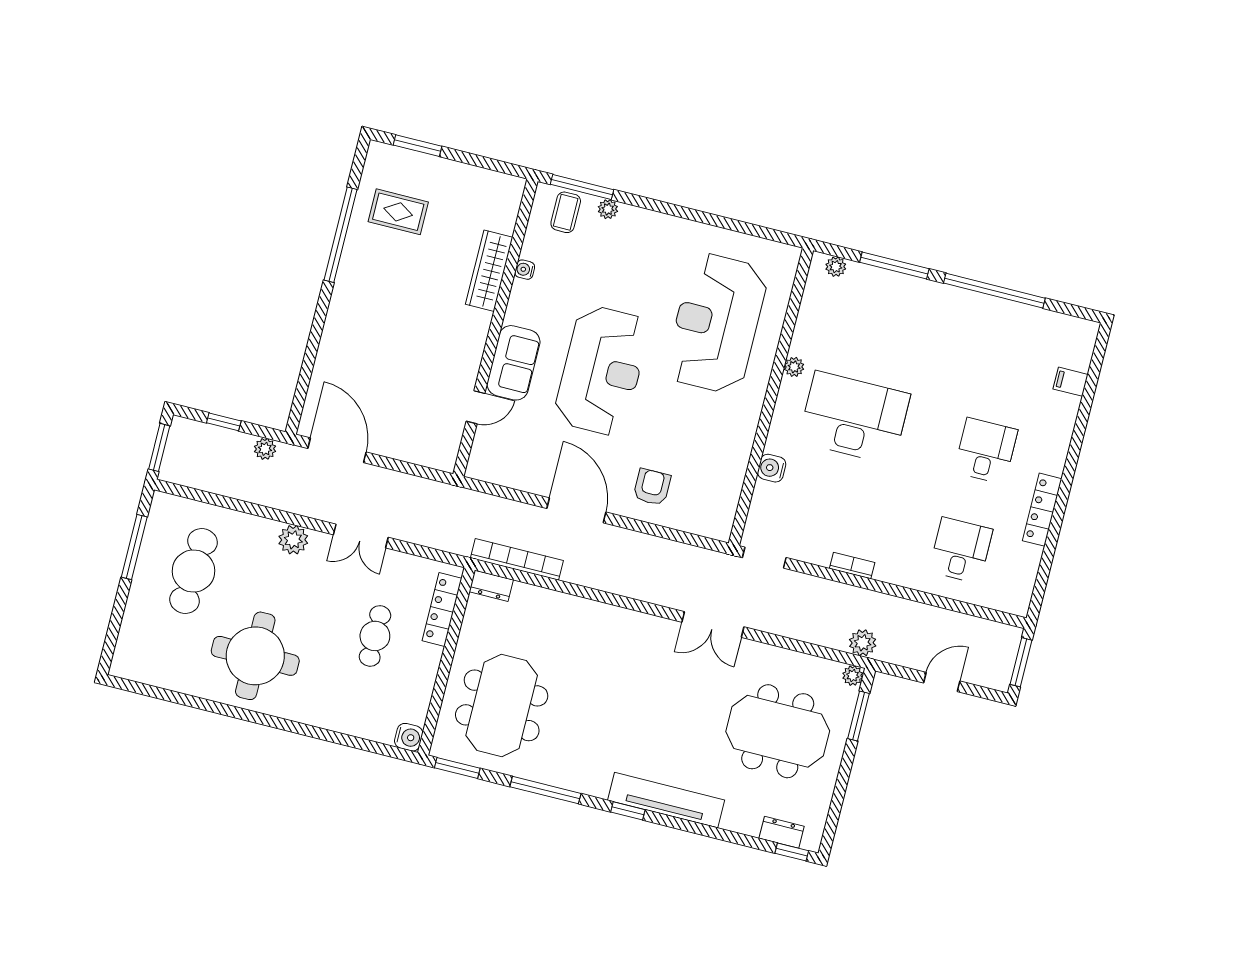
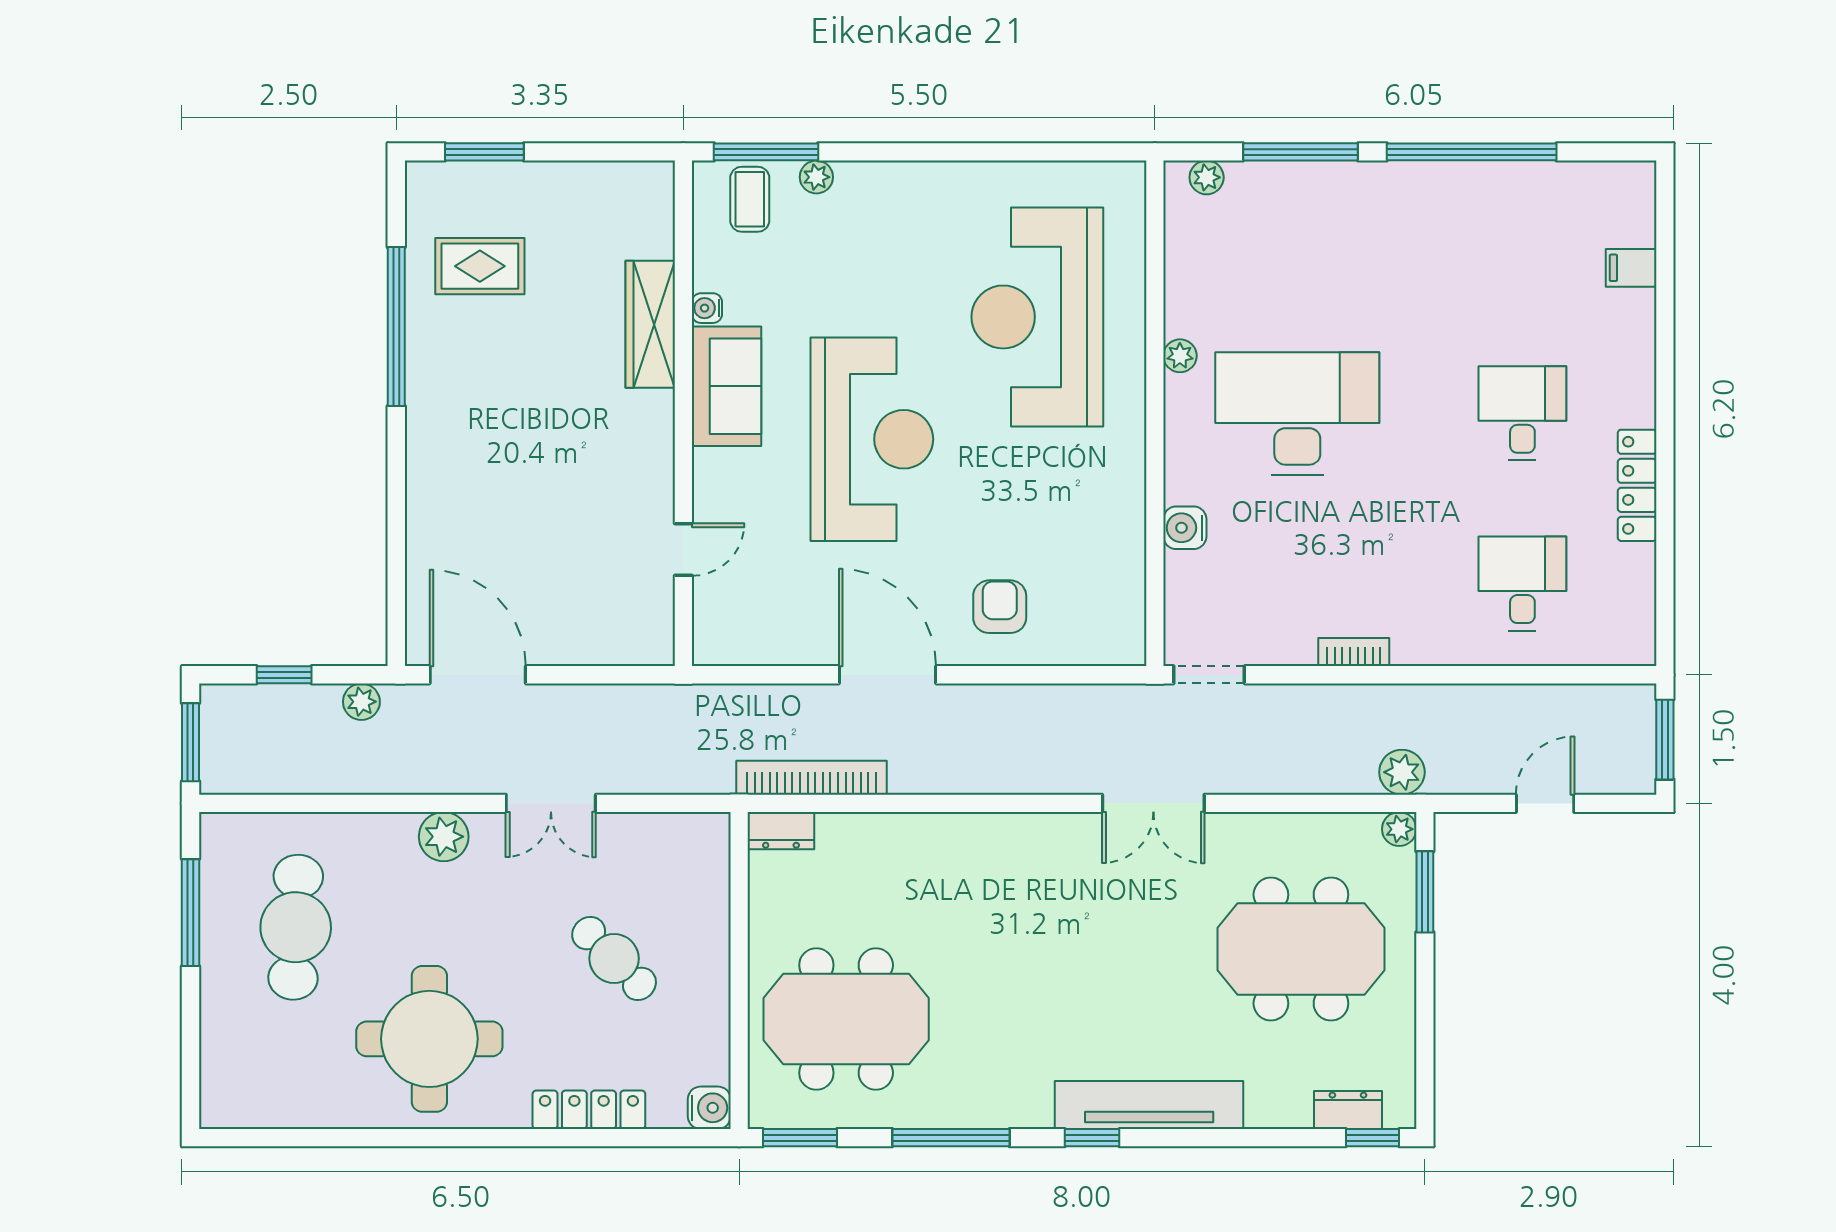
sofa: (513, 363) -> (727, 386), moved
locker: (442, 610) -> (589, 1110), moved, turned 90
cafe table: (375, 636) -> (614, 958), turned -45
meeting table: (502, 705) -> (846, 1019), turned 90

